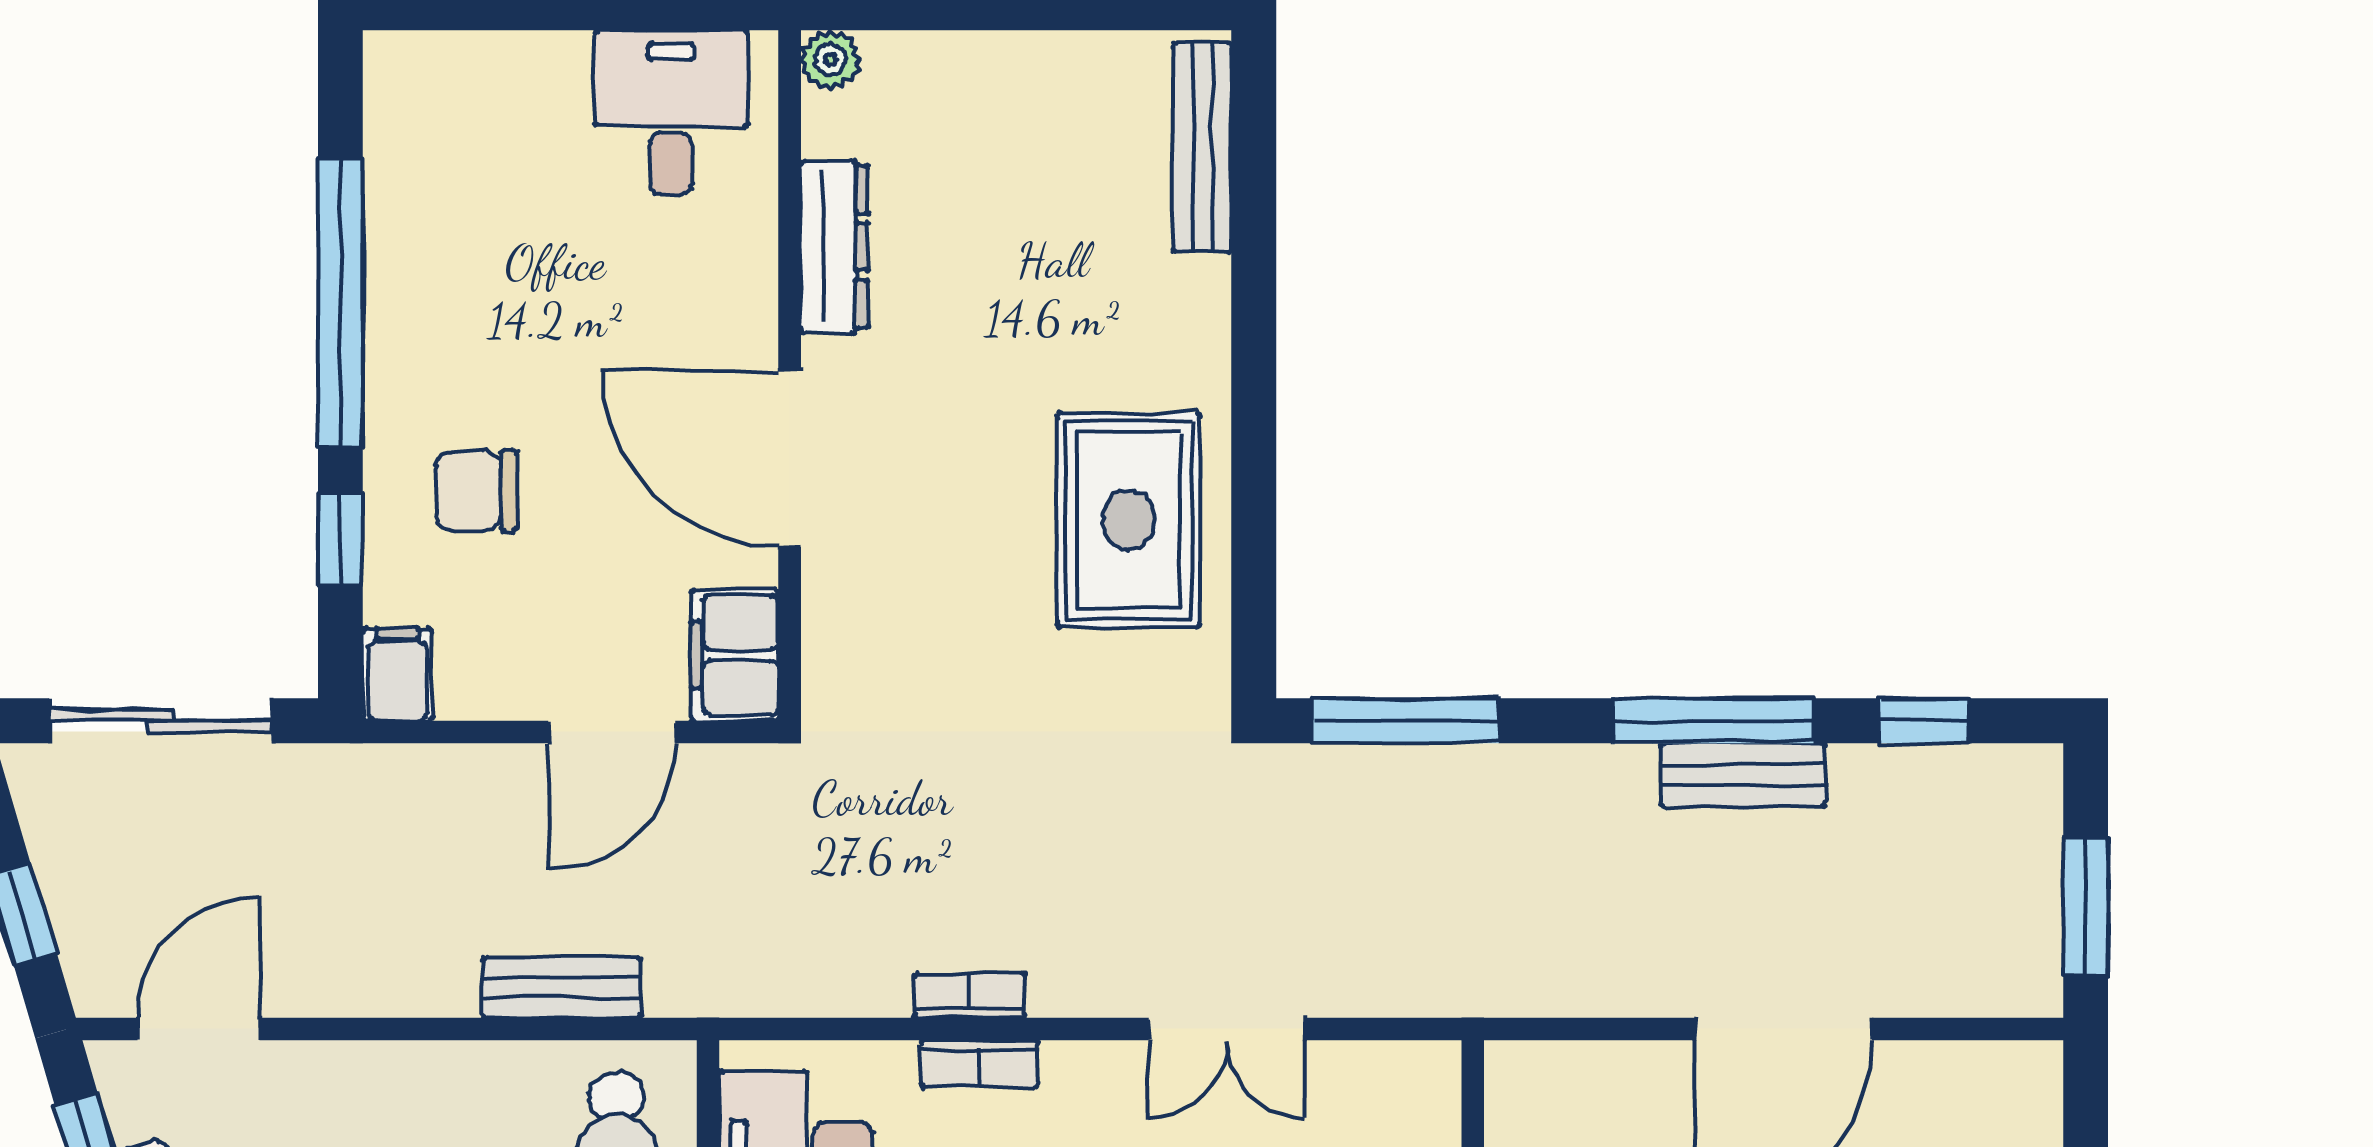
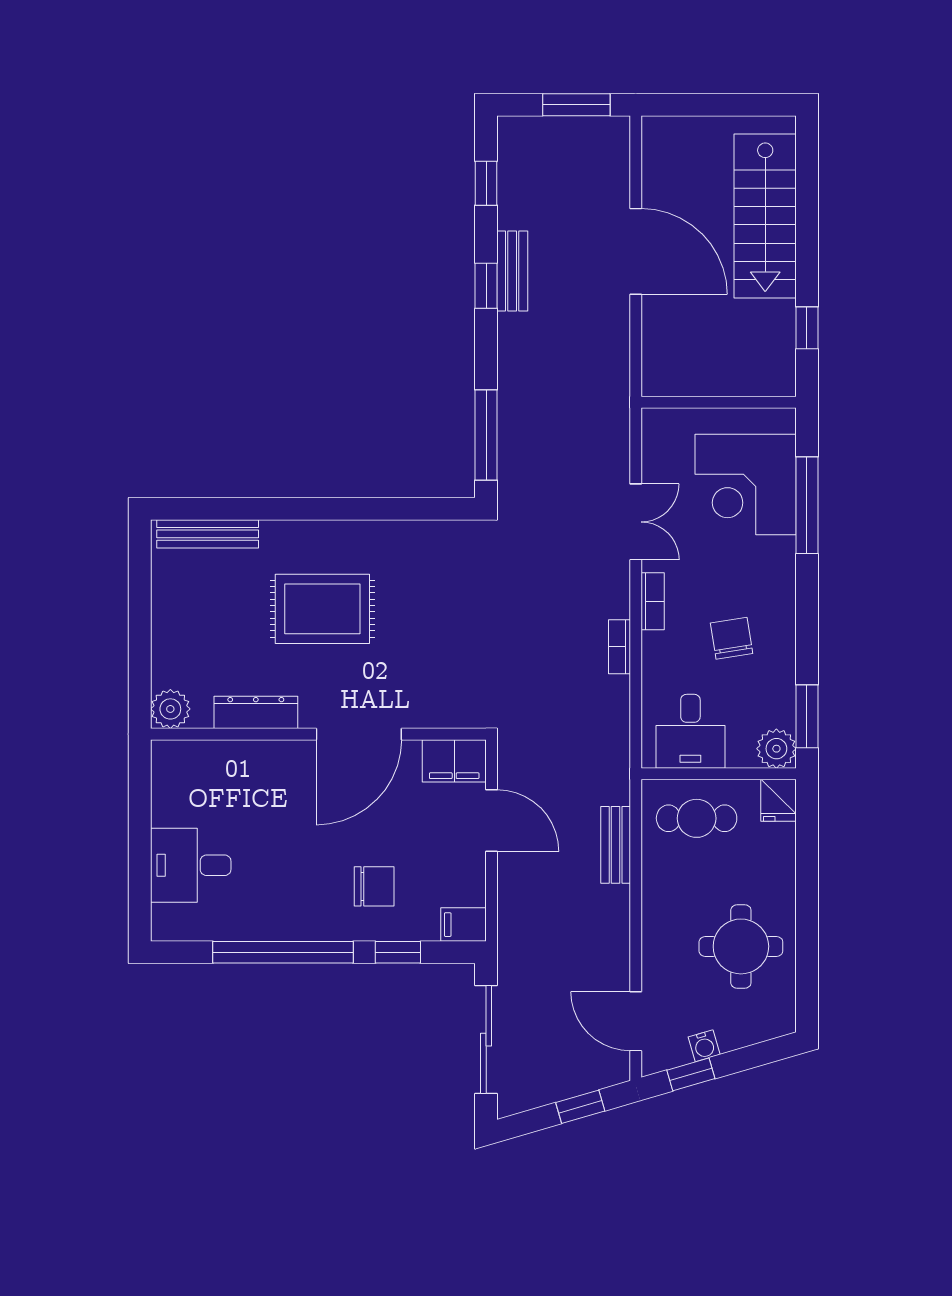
plant: (830, 60) -> (170, 709), width x1.38, depth x1.38
desk: (671, 113) -> (191, 865), moved
chair: (476, 490) -> (374, 886), turned -90
rug: (1129, 520) -> (322, 609), moved
window: (1713, 721) -> (486, 286), width x0.46
bookcase: (979, 1064) -> (653, 601), moved

